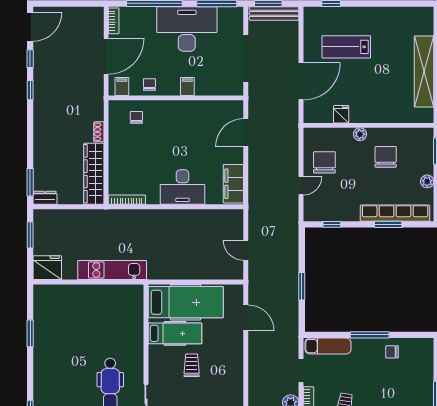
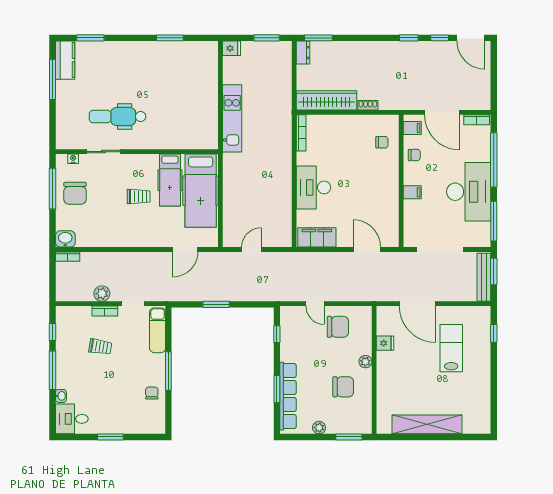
fridge: (47, 268) -> (231, 48), width x0.53, depth x0.75

